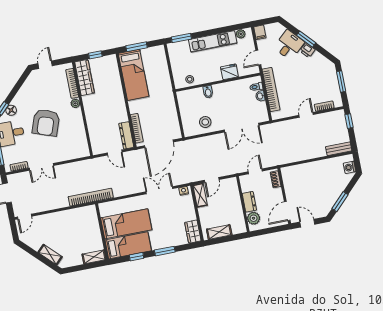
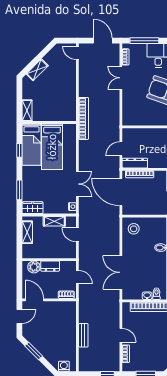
stool: (205, 122) -> (134, 229), moved
bench: (339, 149) -> (83, 335), moved
shelving: (200, 195) -> (54, 221), moved
window: (165, 251) -> (19, 190), moved

